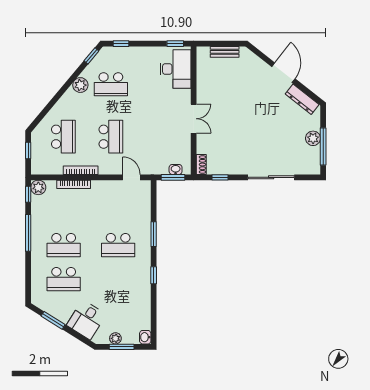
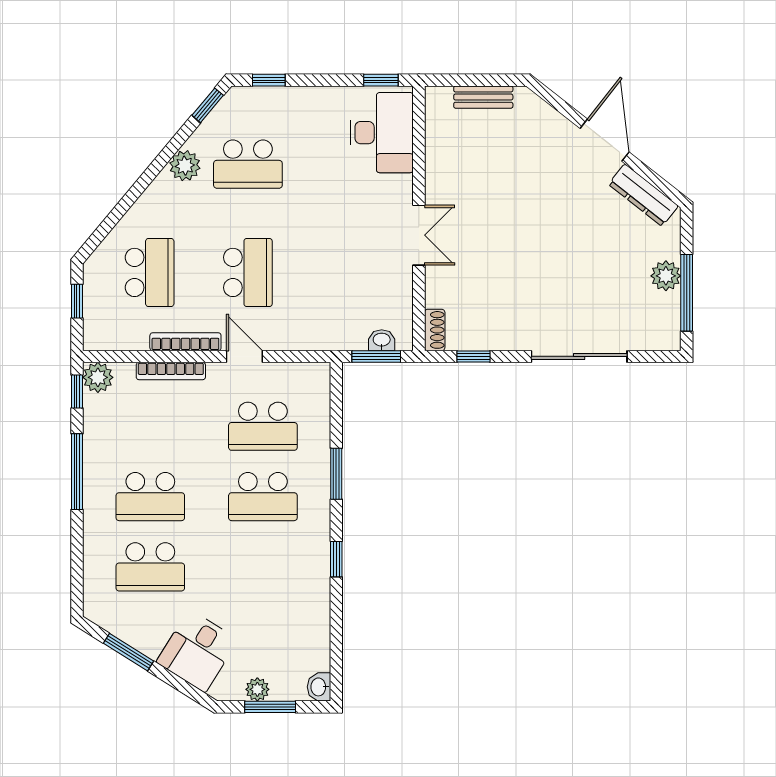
door: (131, 177) -> (244, 356), moved
school desk: (118, 211) -> (263, 426), added

